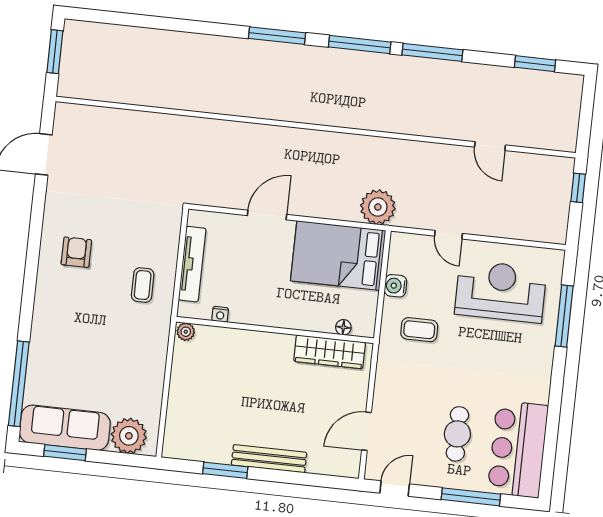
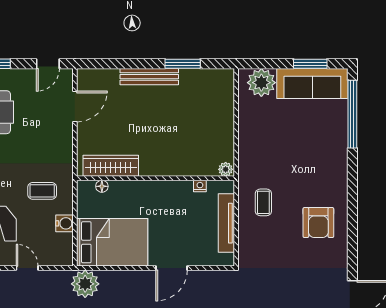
armchair: (76, 252) -> (318, 223), width x1.38, depth x1.38

